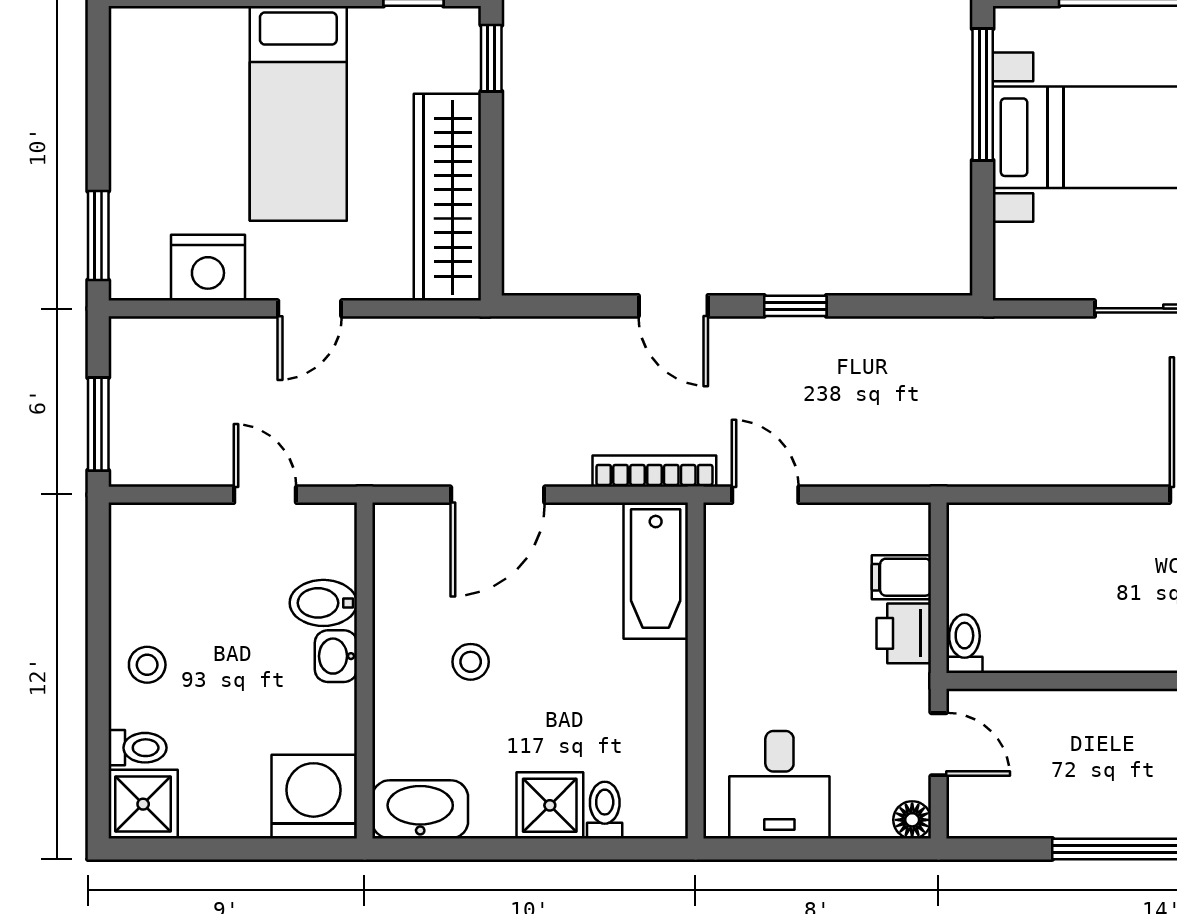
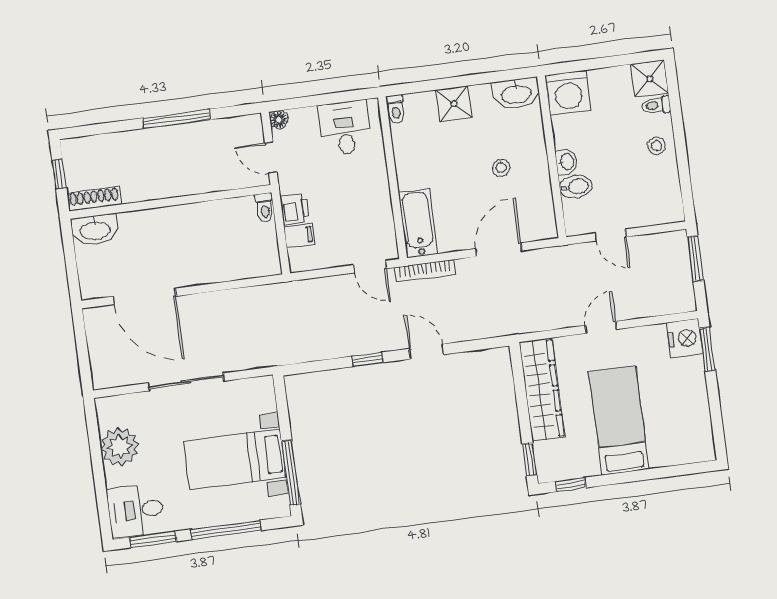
nightstand: (208, 268) -> (685, 338), moved, turned 90
toilet: (605, 810) -> (396, 109), moved

